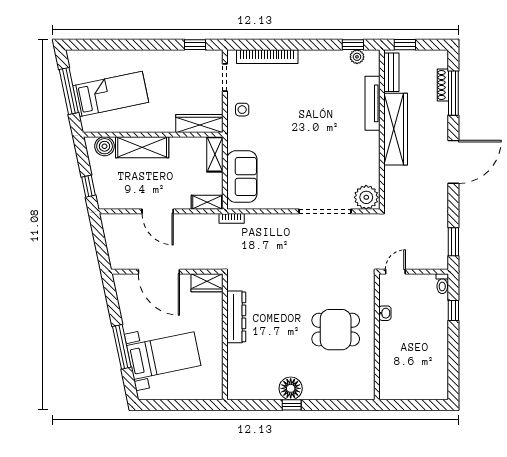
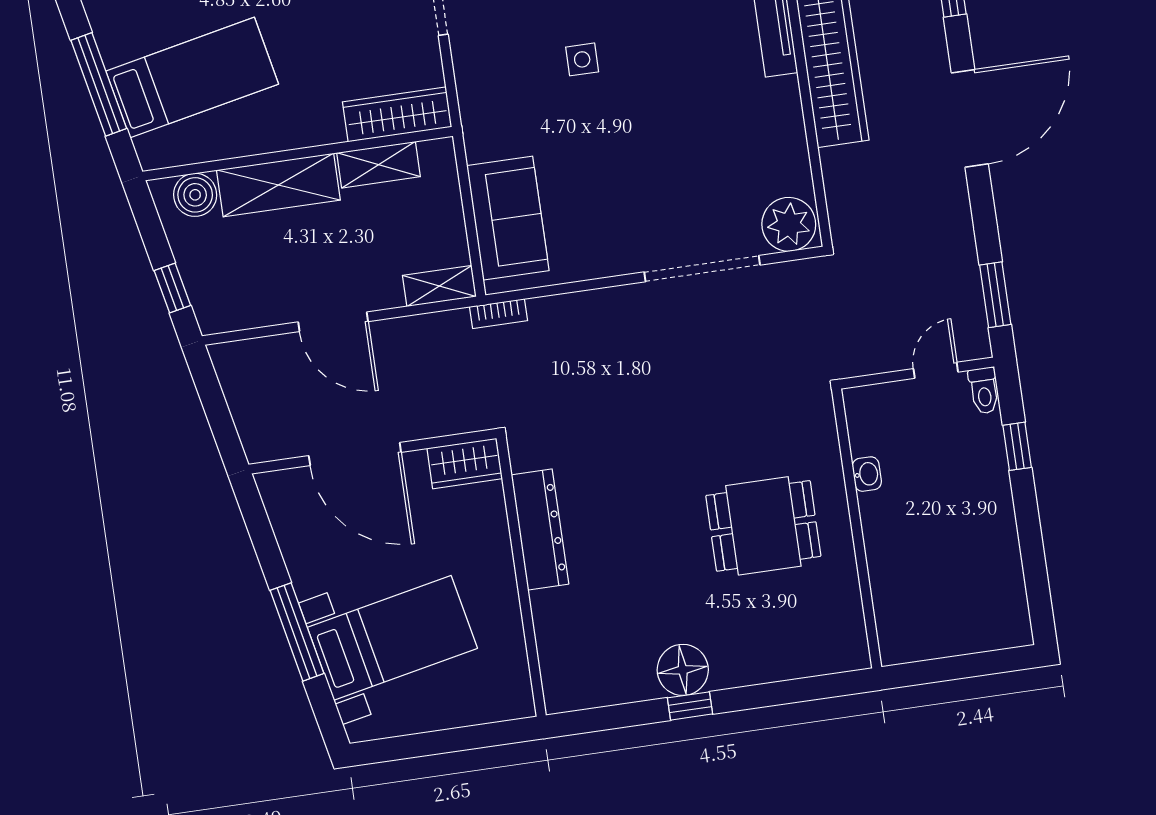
side table: (242, 110) -> (582, 59), moved
shelving: (215, 154) -> (379, 165), moved, turned 90
door: (395, 272) -> (936, 370), moved

